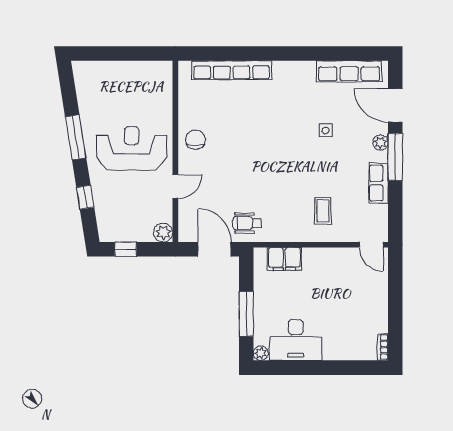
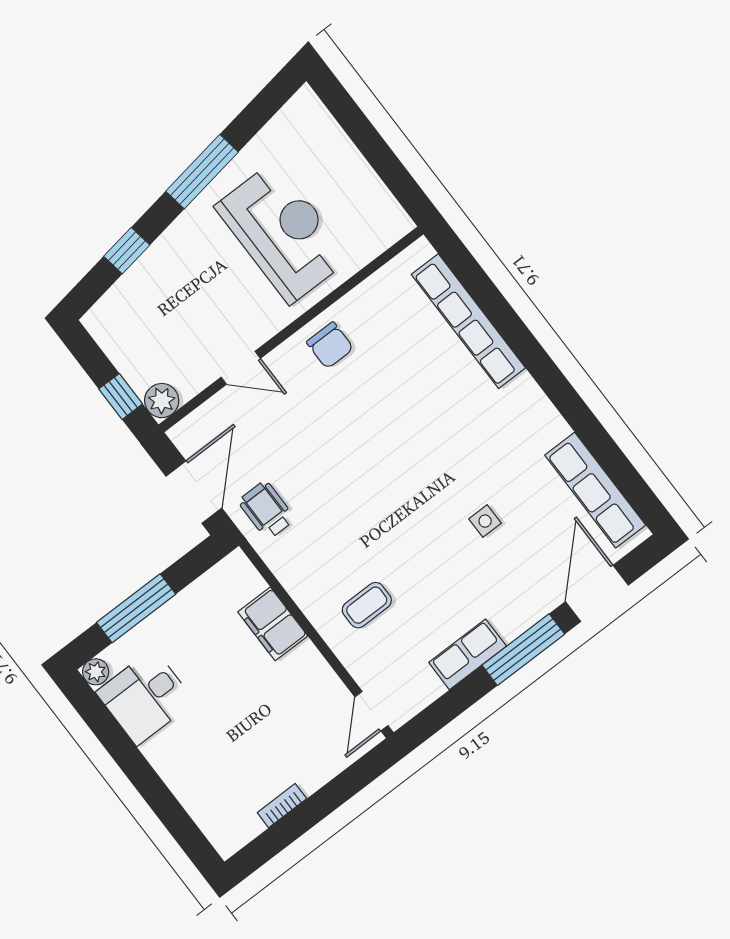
chair: (196, 139) -> (330, 345), turned 90
plant: (380, 143) -> (528, 613), removed
reception desk: (132, 148) -> (283, 232), moved
window: (126, 249) -> (121, 396), moved
filing cabinet: (284, 259) -> (273, 624), moved
desk: (296, 340) -> (145, 697), width x0.73
bookcase: (383, 347) -> (282, 806), moved

